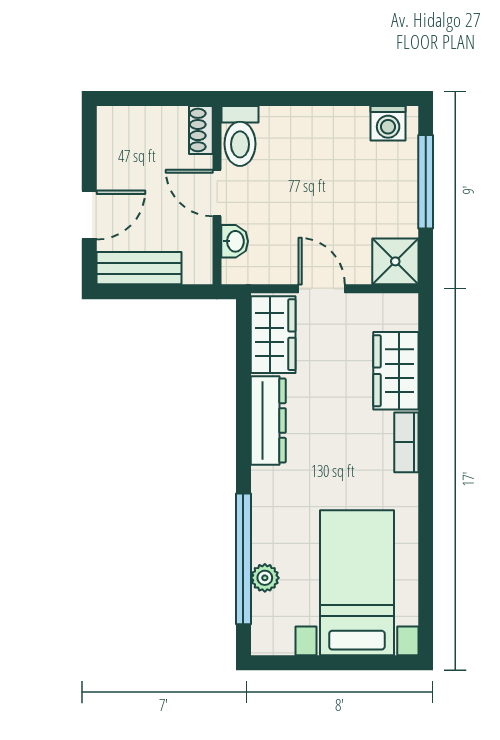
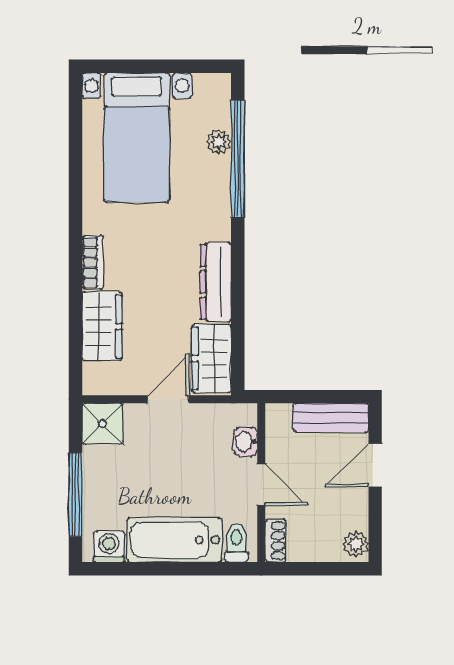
plant: (111, 126) -> (356, 544), added
bathtub: (314, 131) -> (174, 540), added
toilet: (240, 136) -> (236, 543), width x0.73, depth x0.72
door: (322, 289) -> (168, 399), swing flipped

